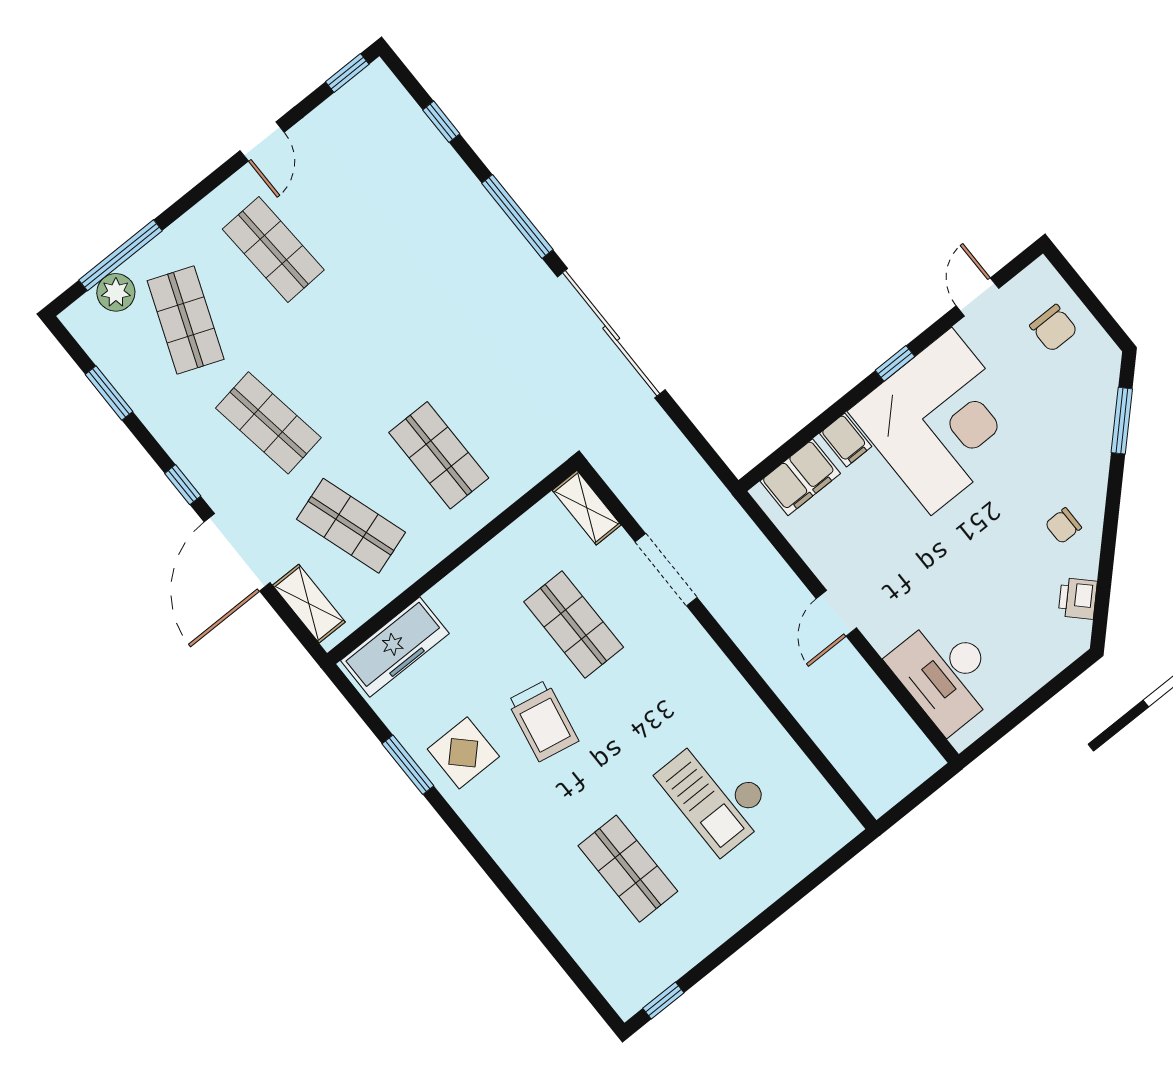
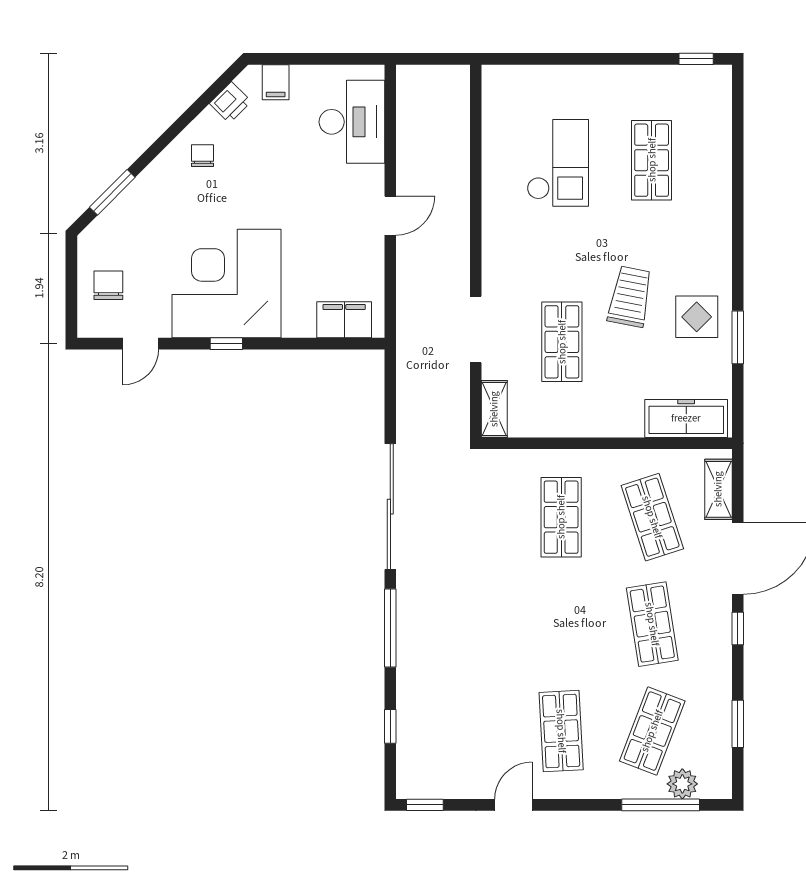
filing cabinet: (846, 440) -> (276, 82), moved, turned 180
chair: (1063, 526) -> (203, 156), turned -90

